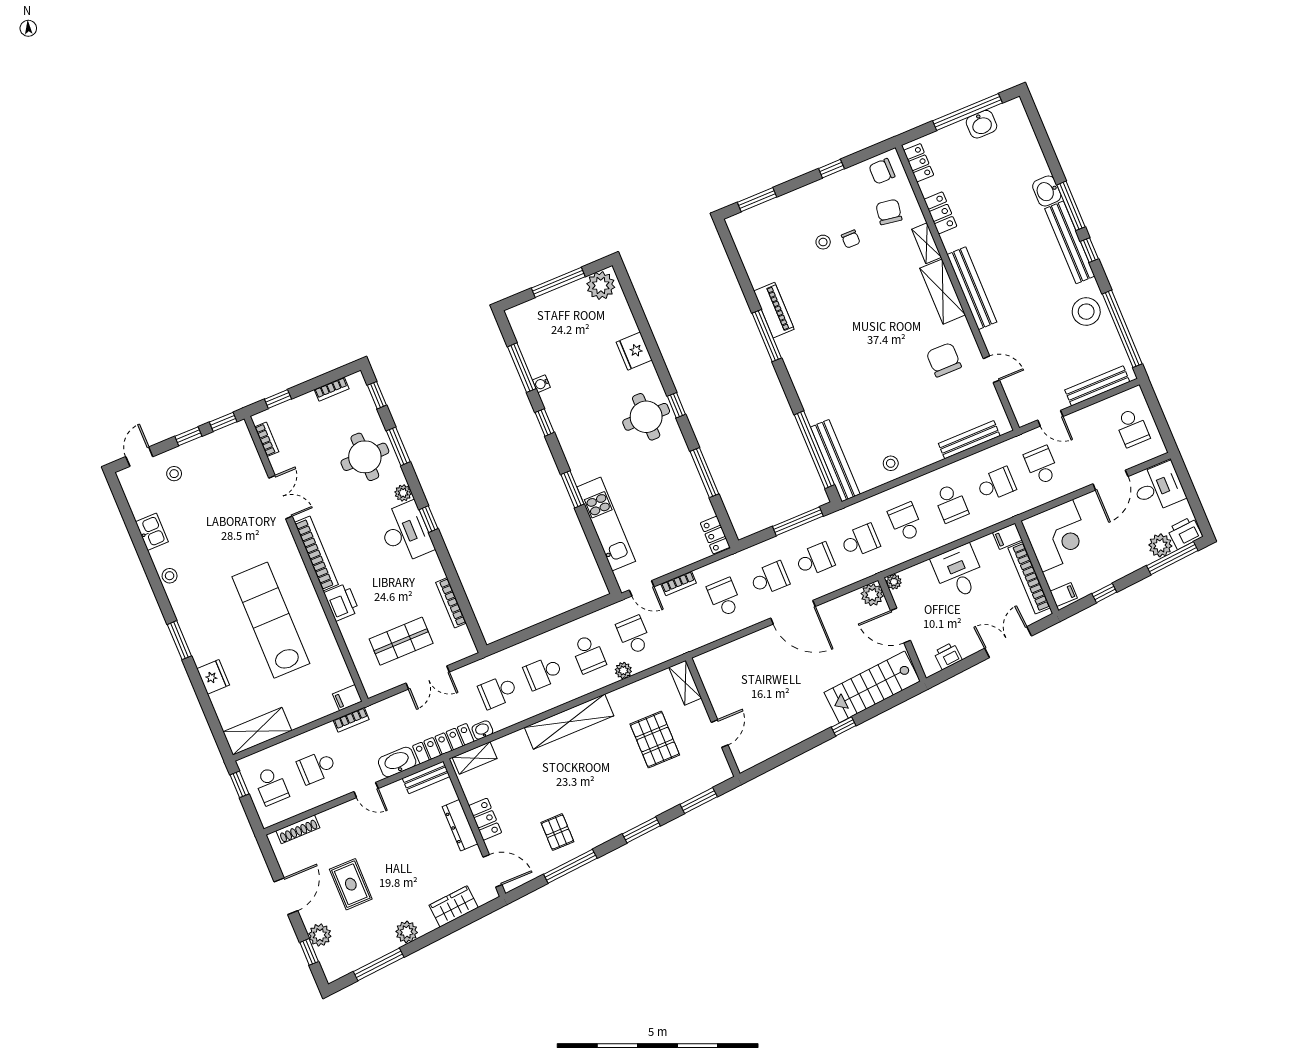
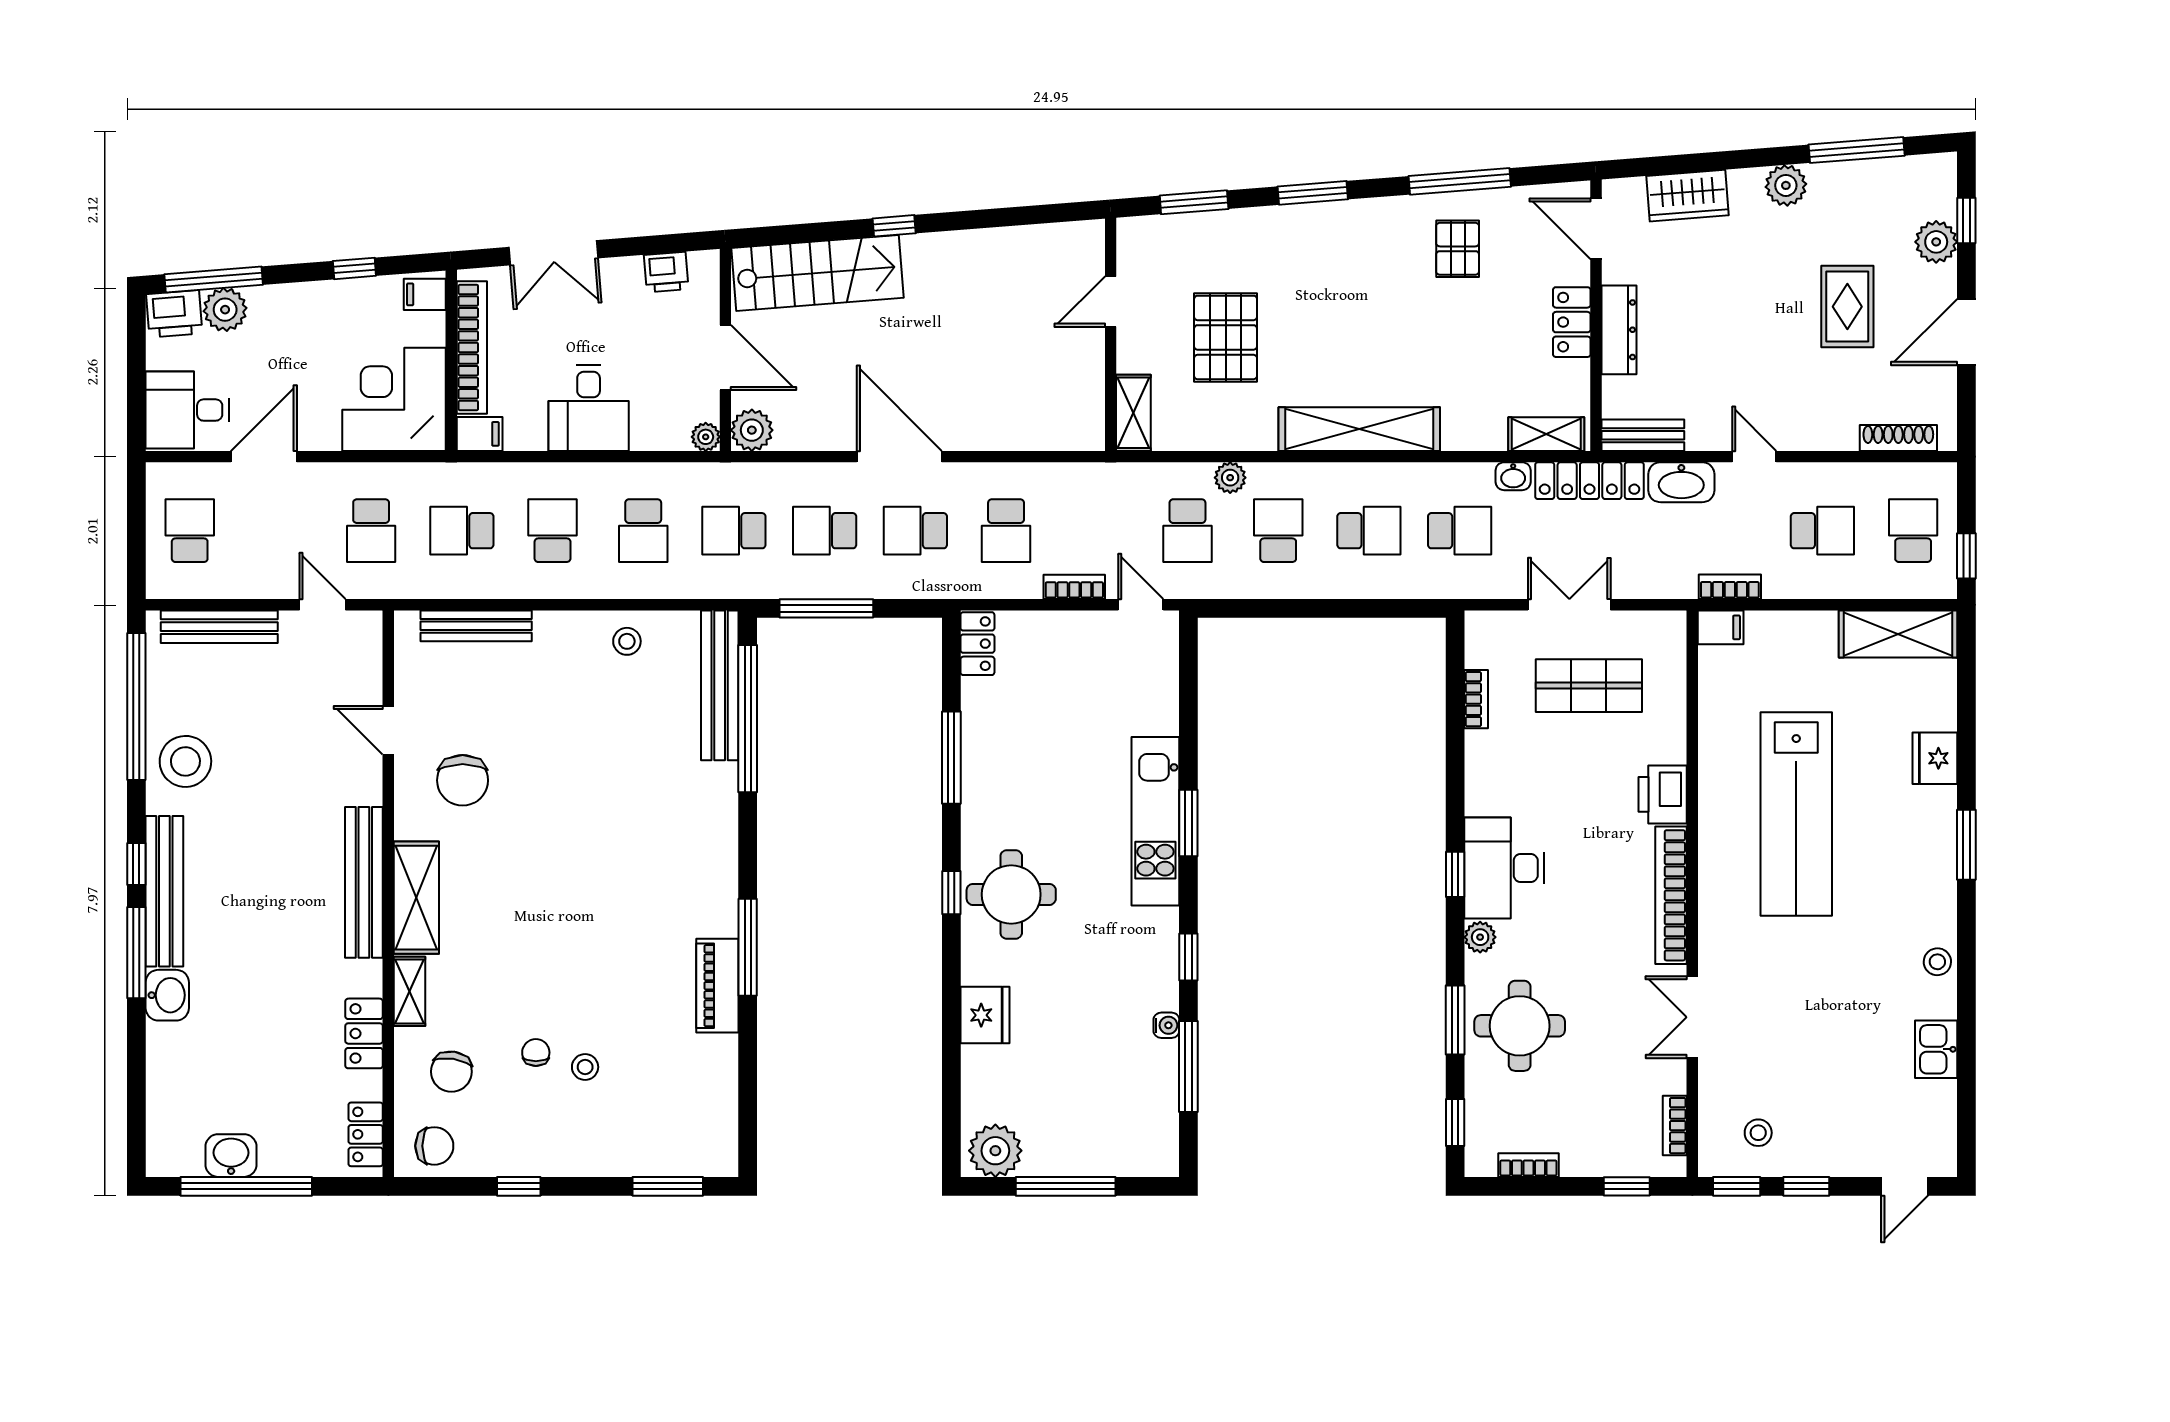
stool: (174, 474) -> (1758, 1133), moved
kitchen unit: (606, 524) -> (1155, 821), moved
bookcase: (451, 603) -> (1476, 699), width x0.64

